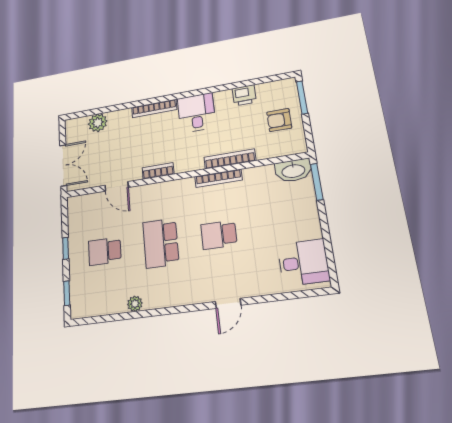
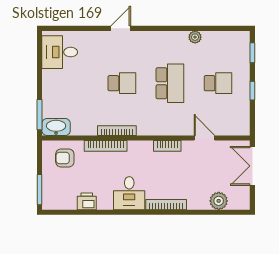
armchair: (279, 120) -> (65, 158), moved, turned 180

